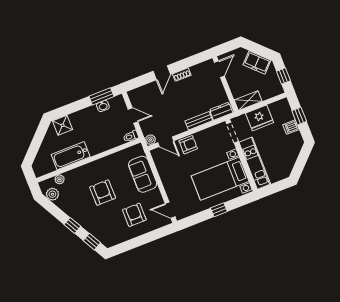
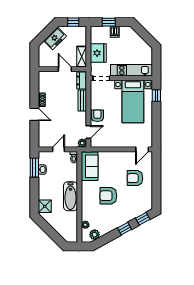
door: (219, 69) -> (65, 69), moved
bathtub: (71, 156) -> (70, 196), moved
sofa: (143, 174) -> (90, 166), moved, turned -90
window: (219, 210) -> (156, 95), moved

